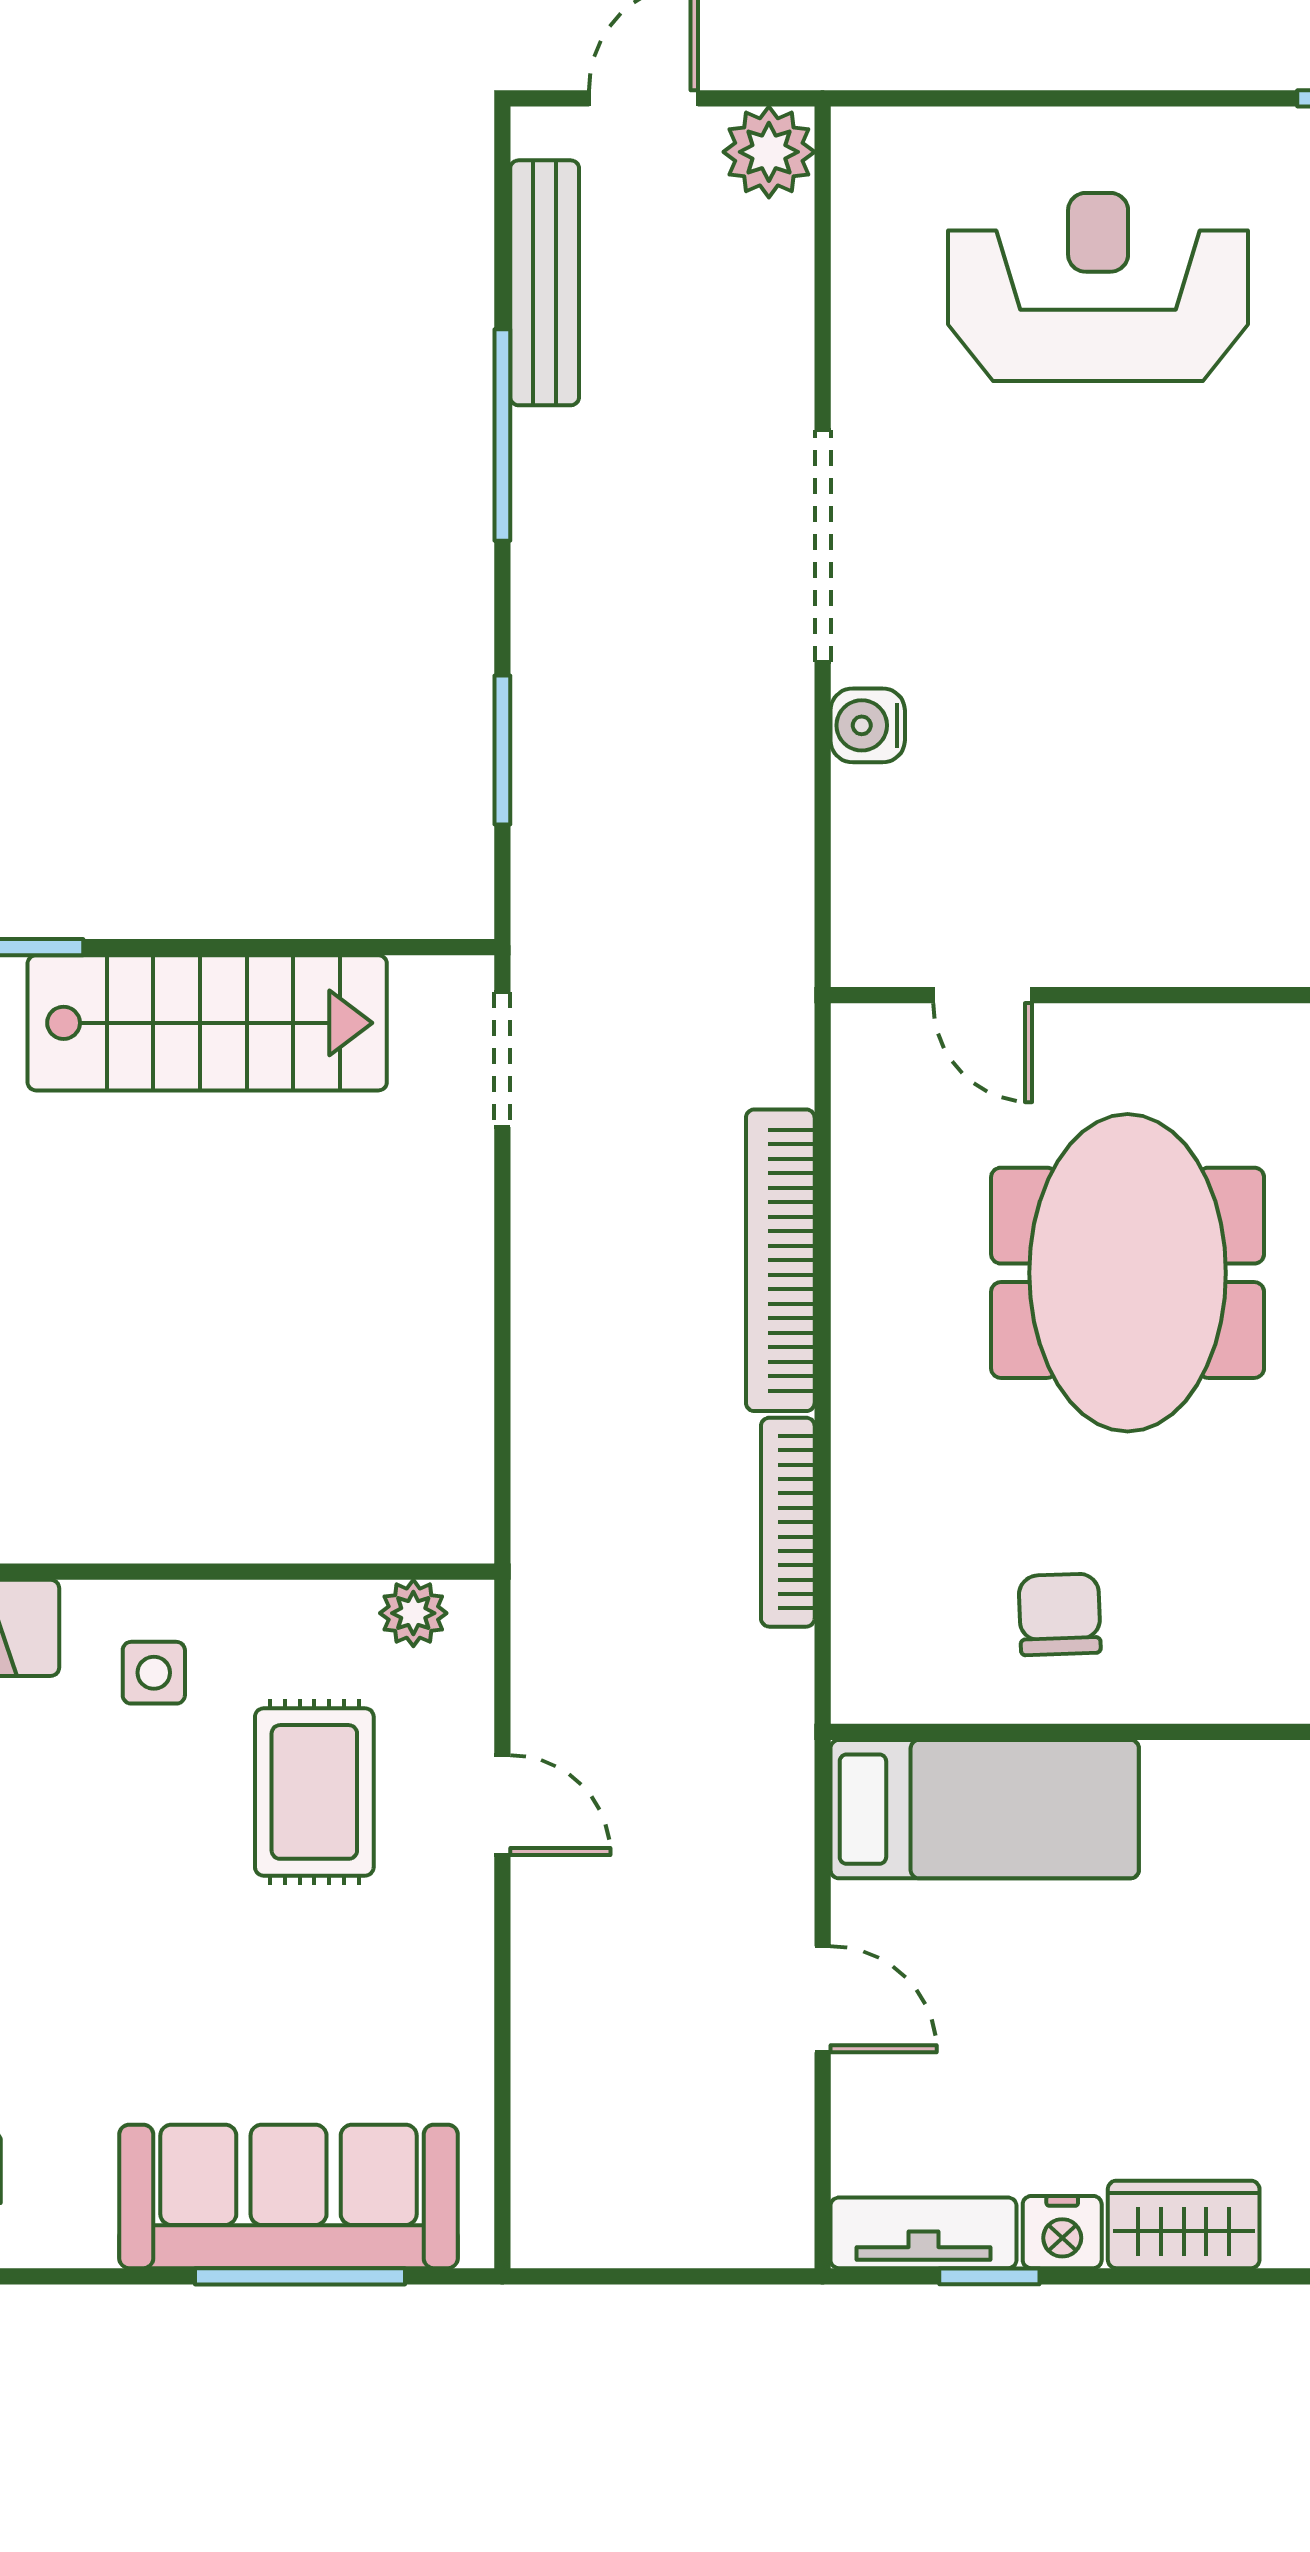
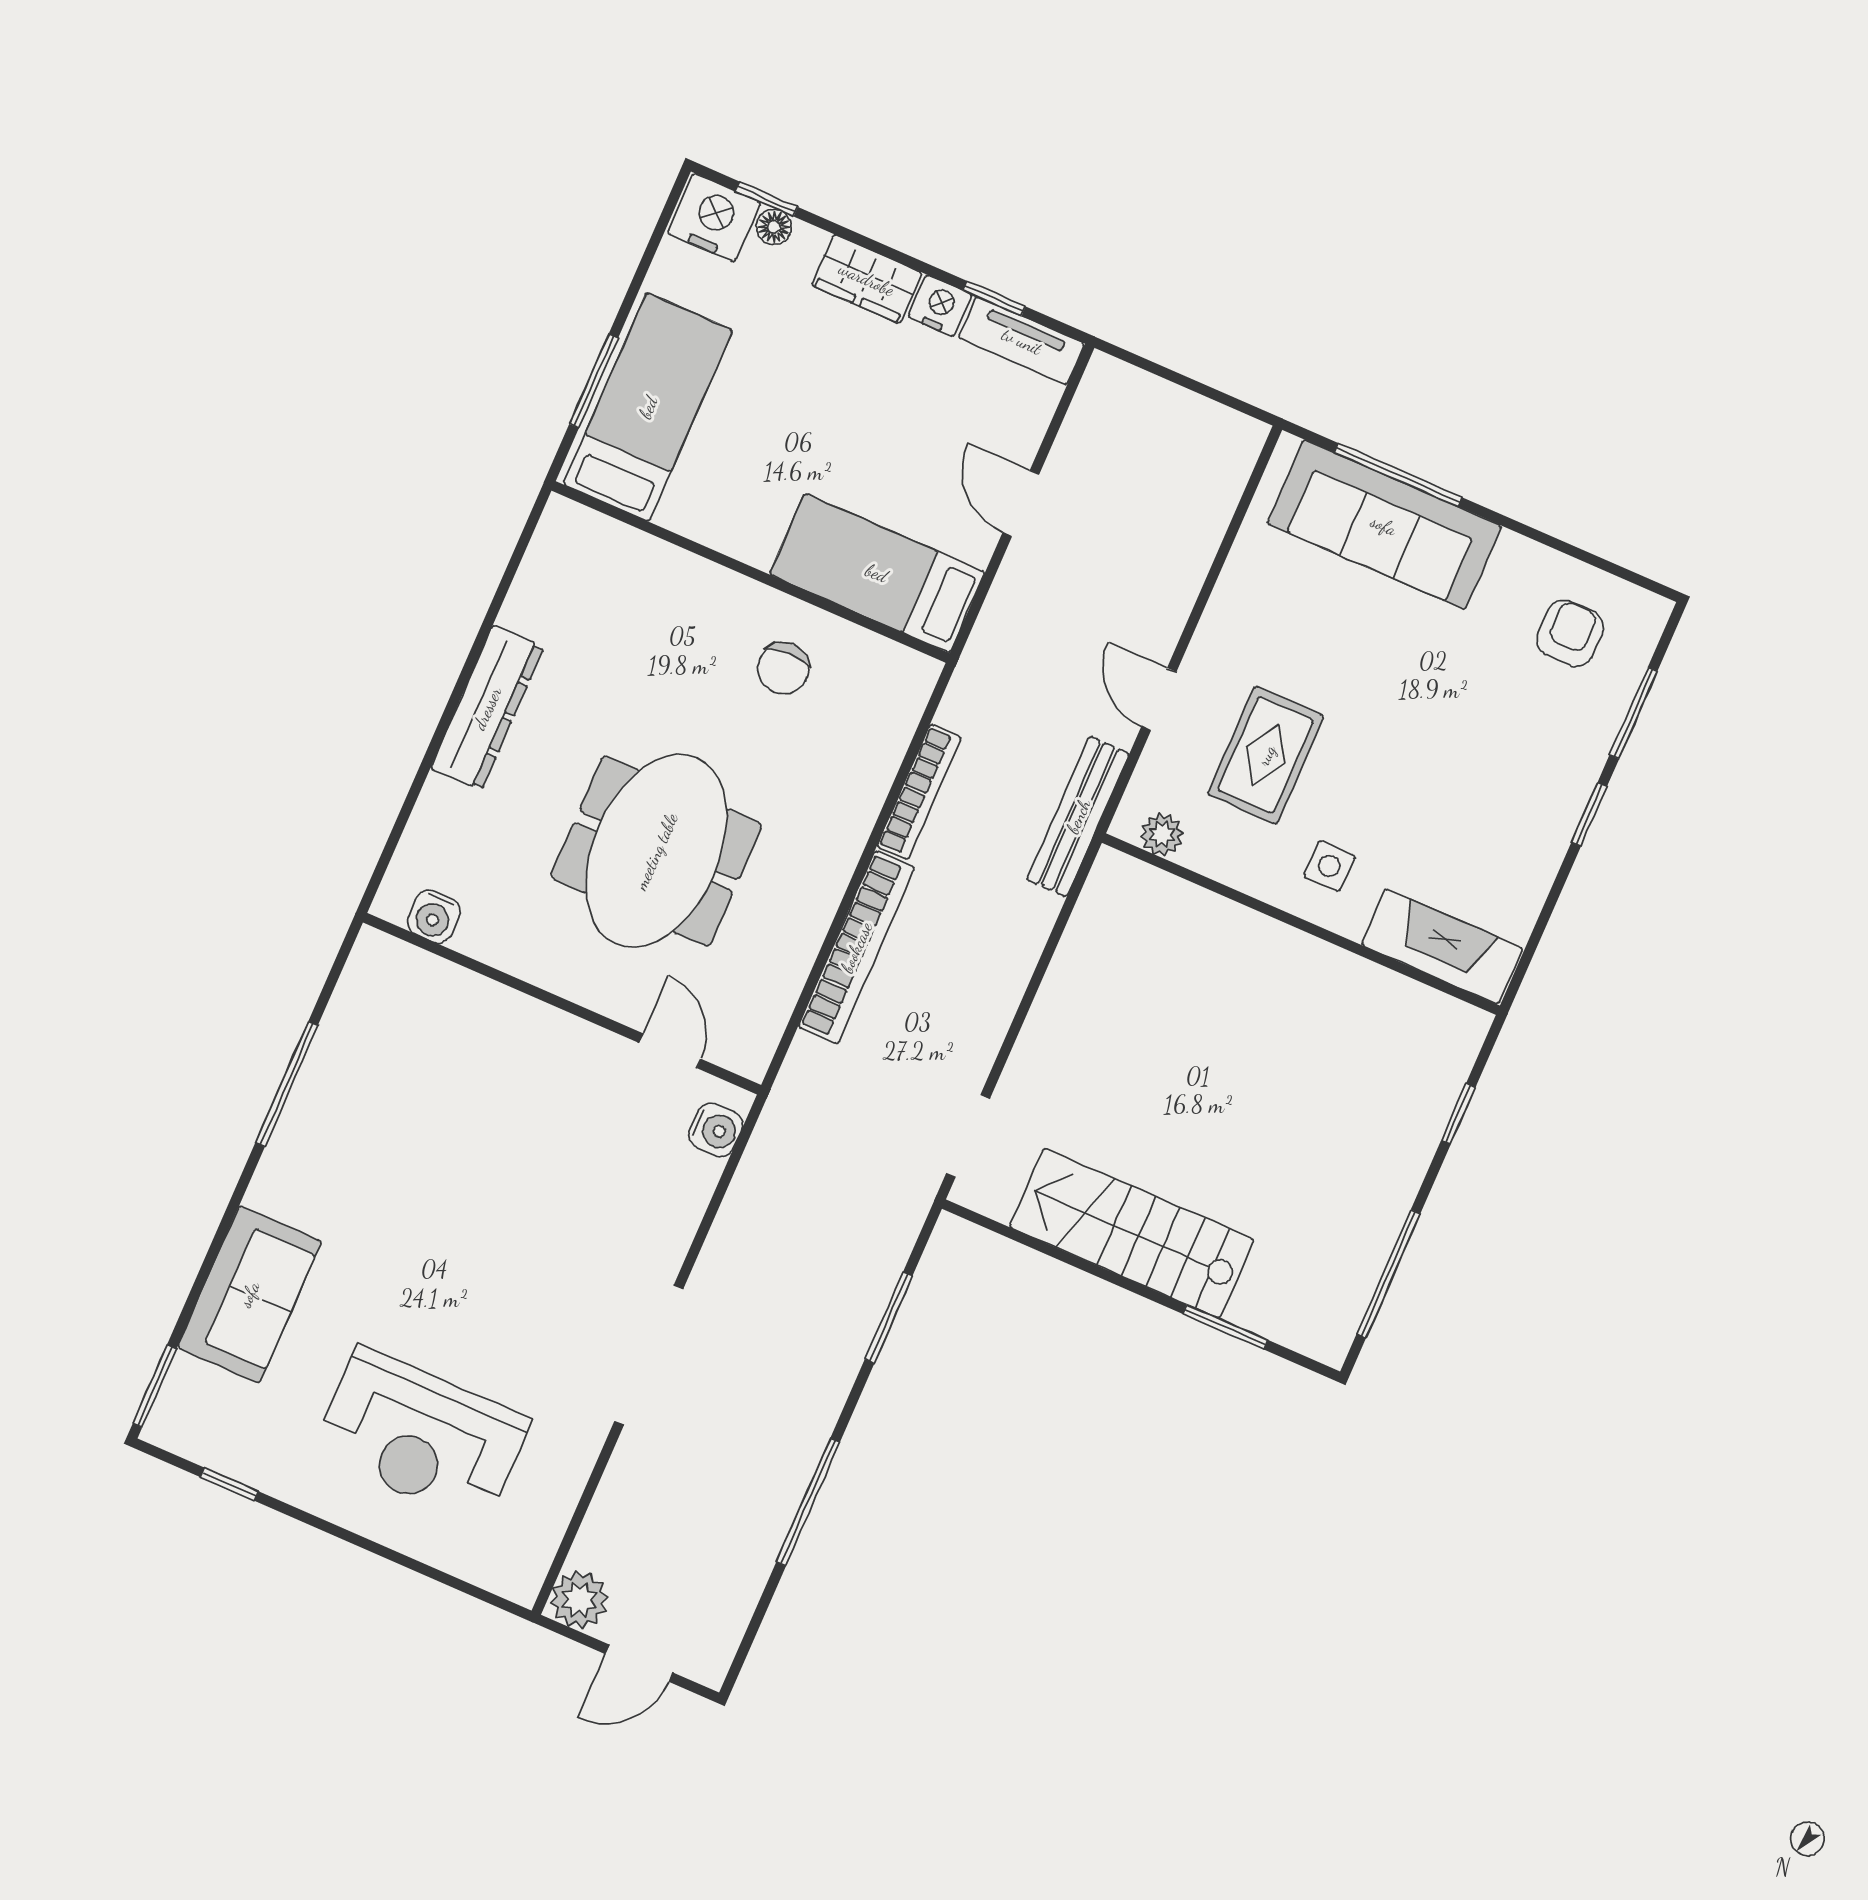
bench: (545, 283) -> (1078, 816), moved
water cooler: (868, 725) -> (716, 1130), moved

